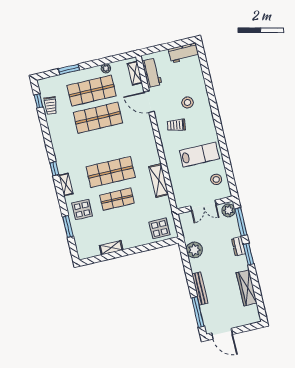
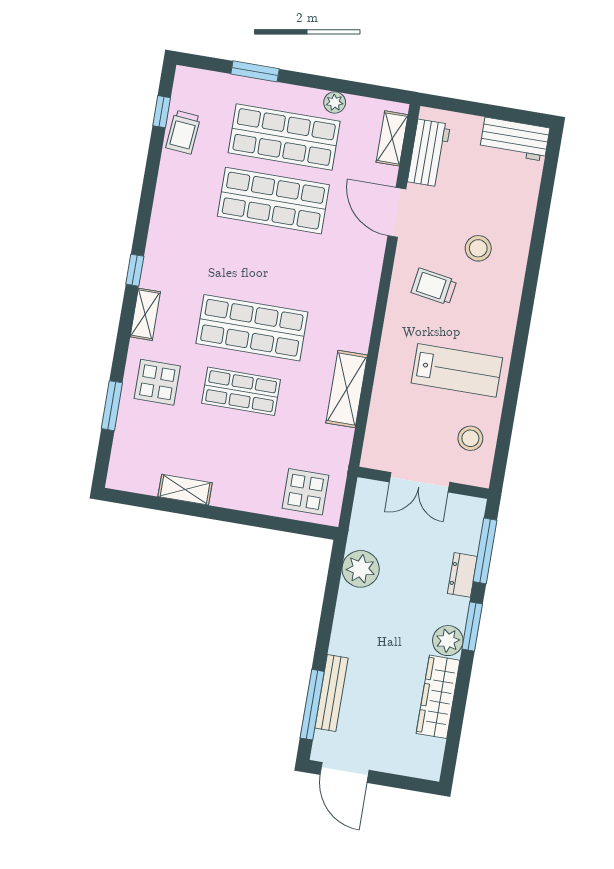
plant: (229, 210) -> (448, 641), moved
dresser: (238, 246) -> (462, 575), moved
bench: (200, 289) -> (331, 693), moved

